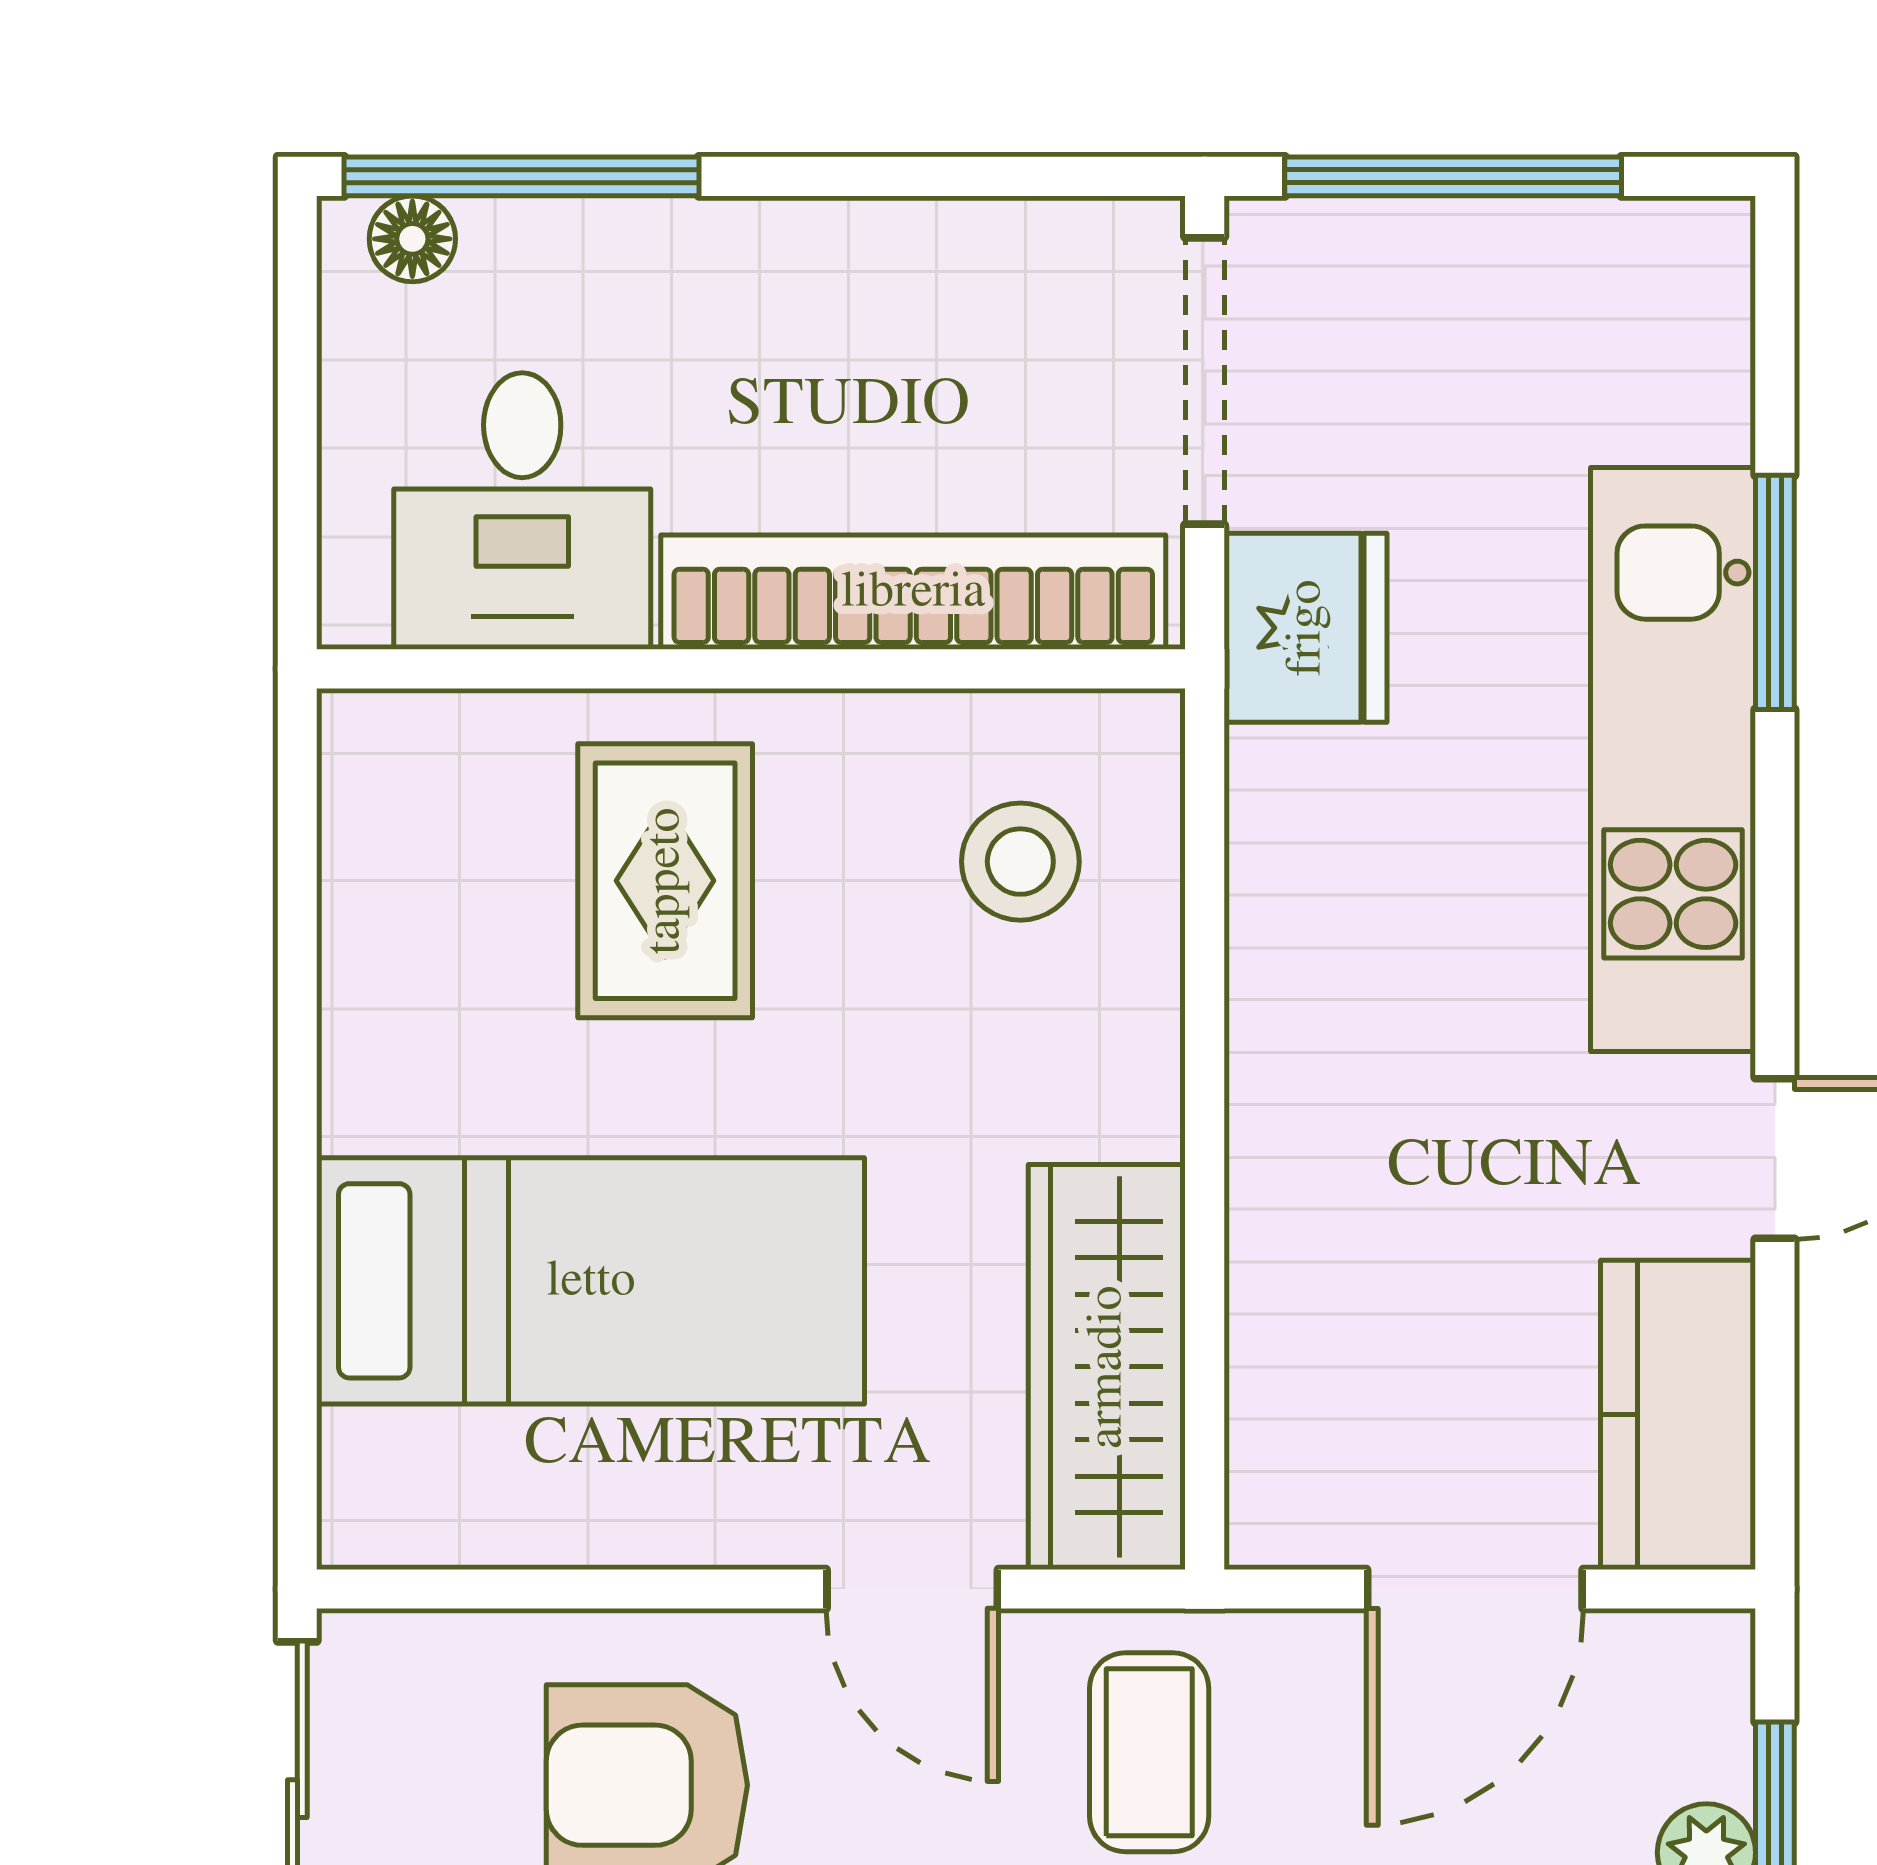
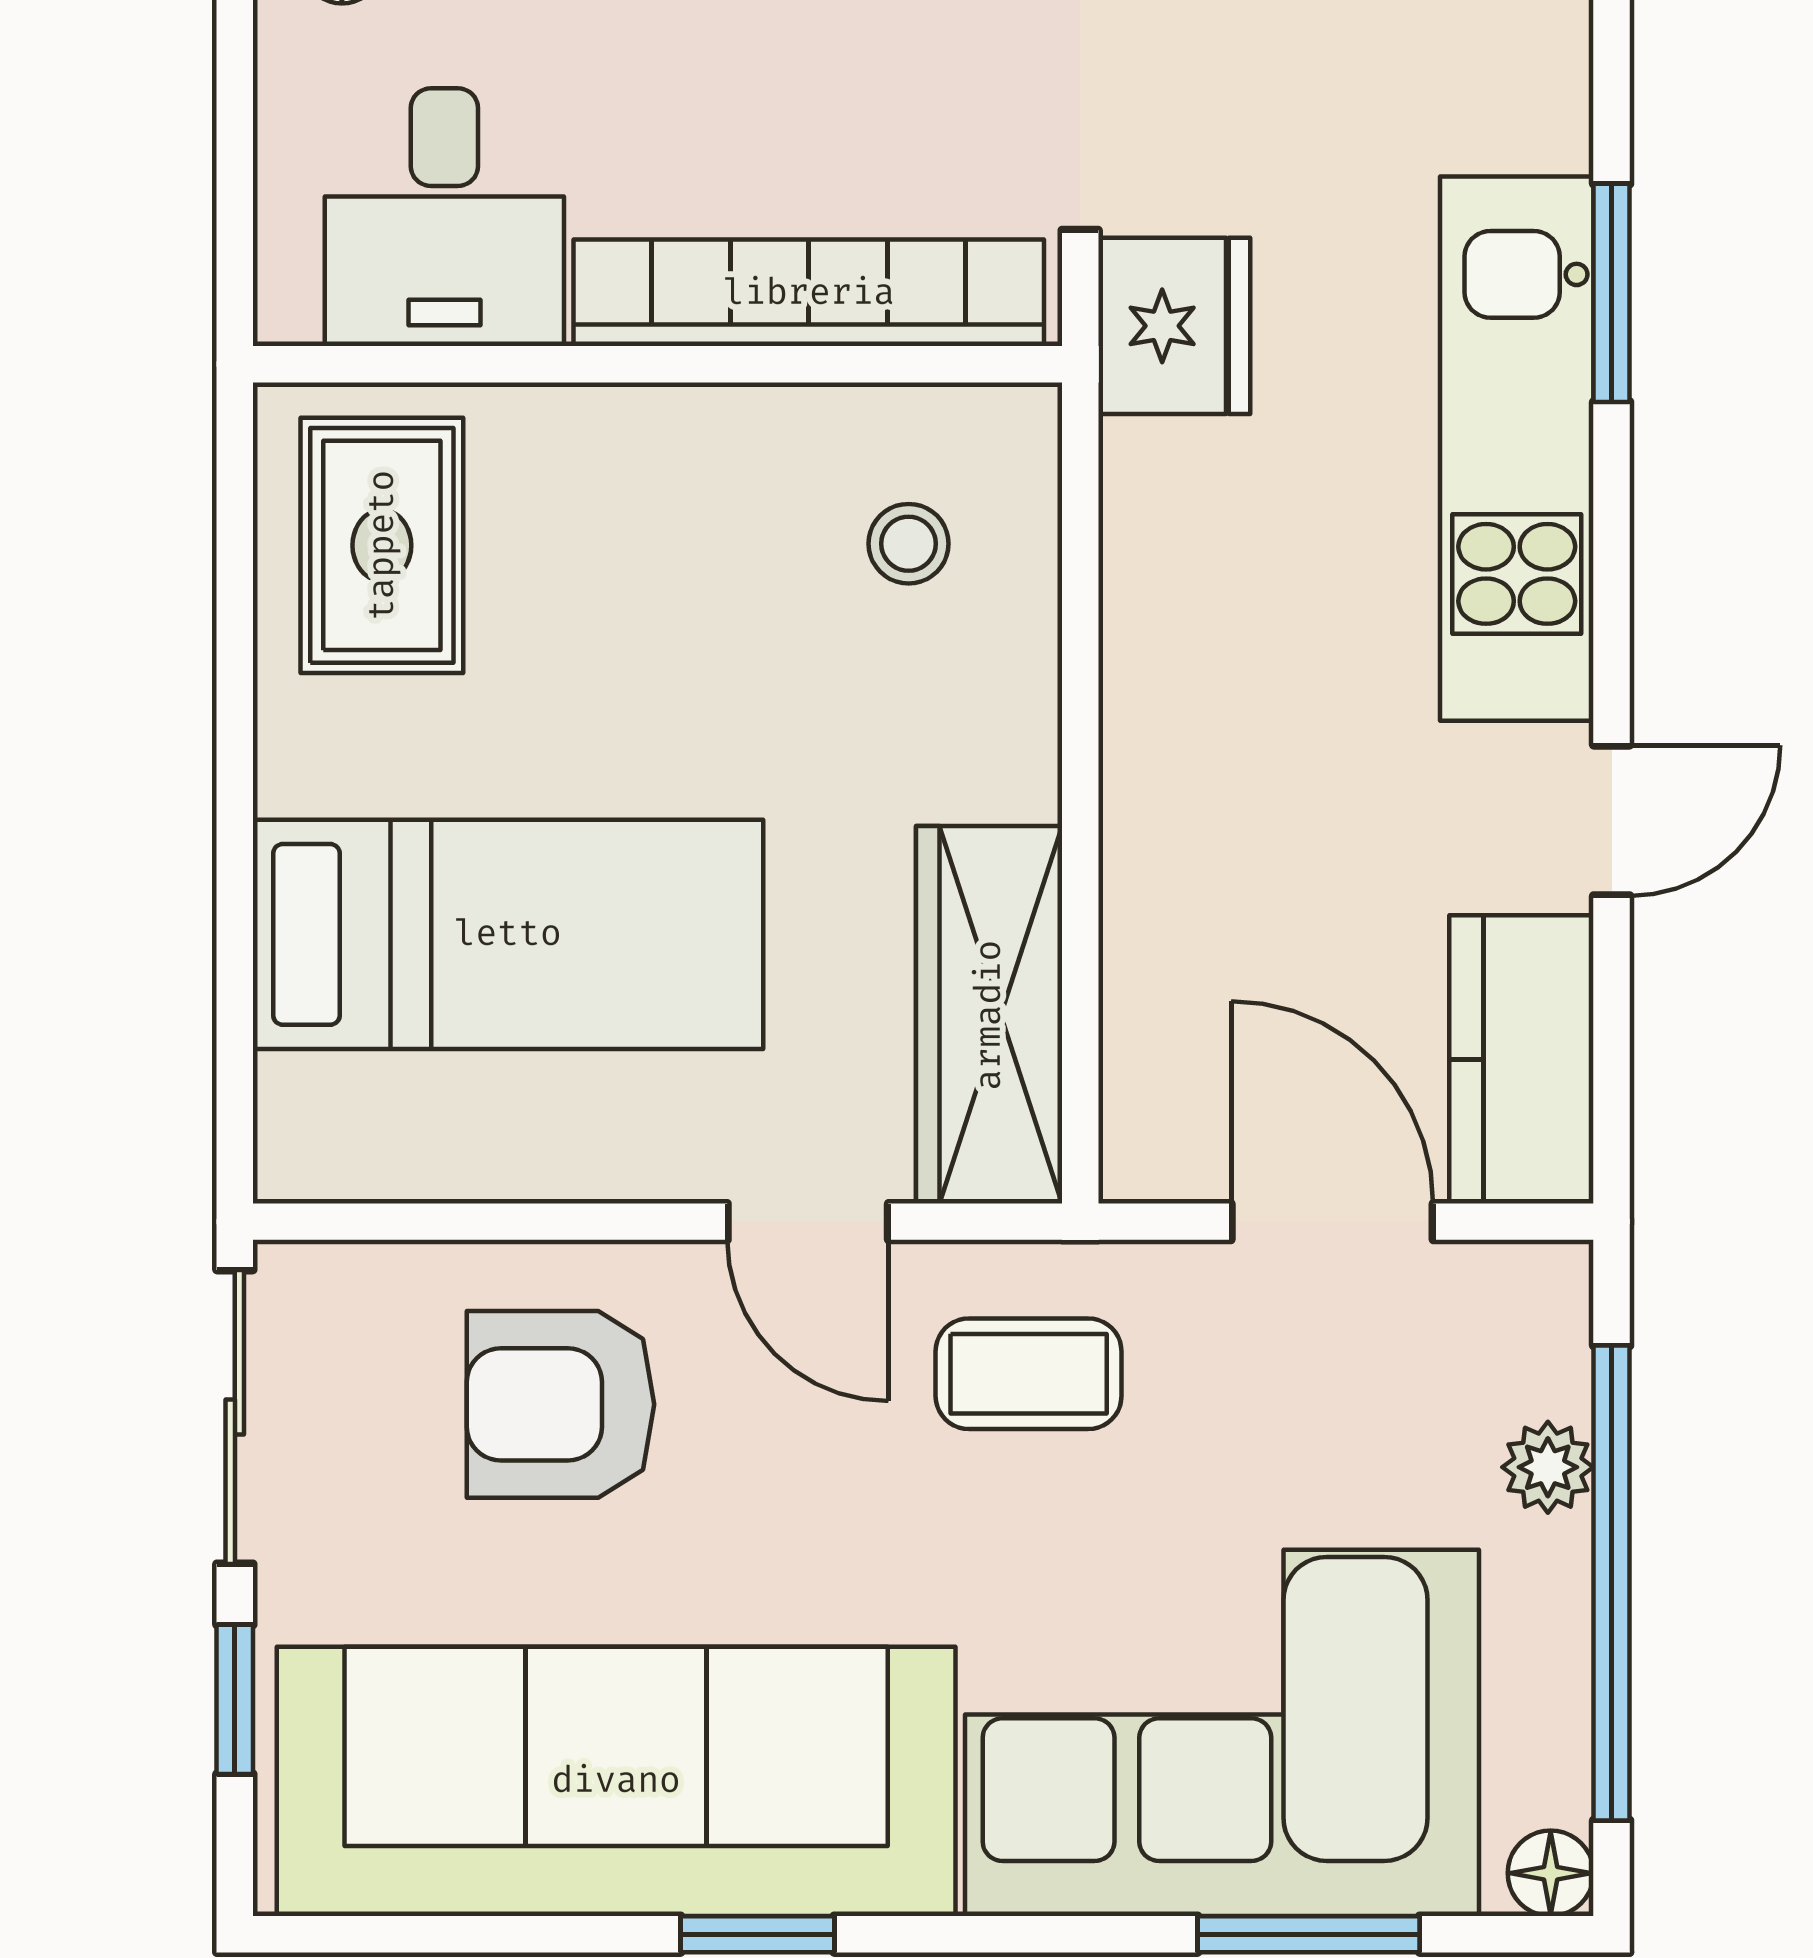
stool: (1020, 862) -> (909, 544), width x0.73, depth x0.73
rug: (665, 881) -> (382, 545), moved
door: (1475, 1589) -> (1332, 1222), swing flipped
coffee table: (1149, 1752) -> (1029, 1374), turned 90

